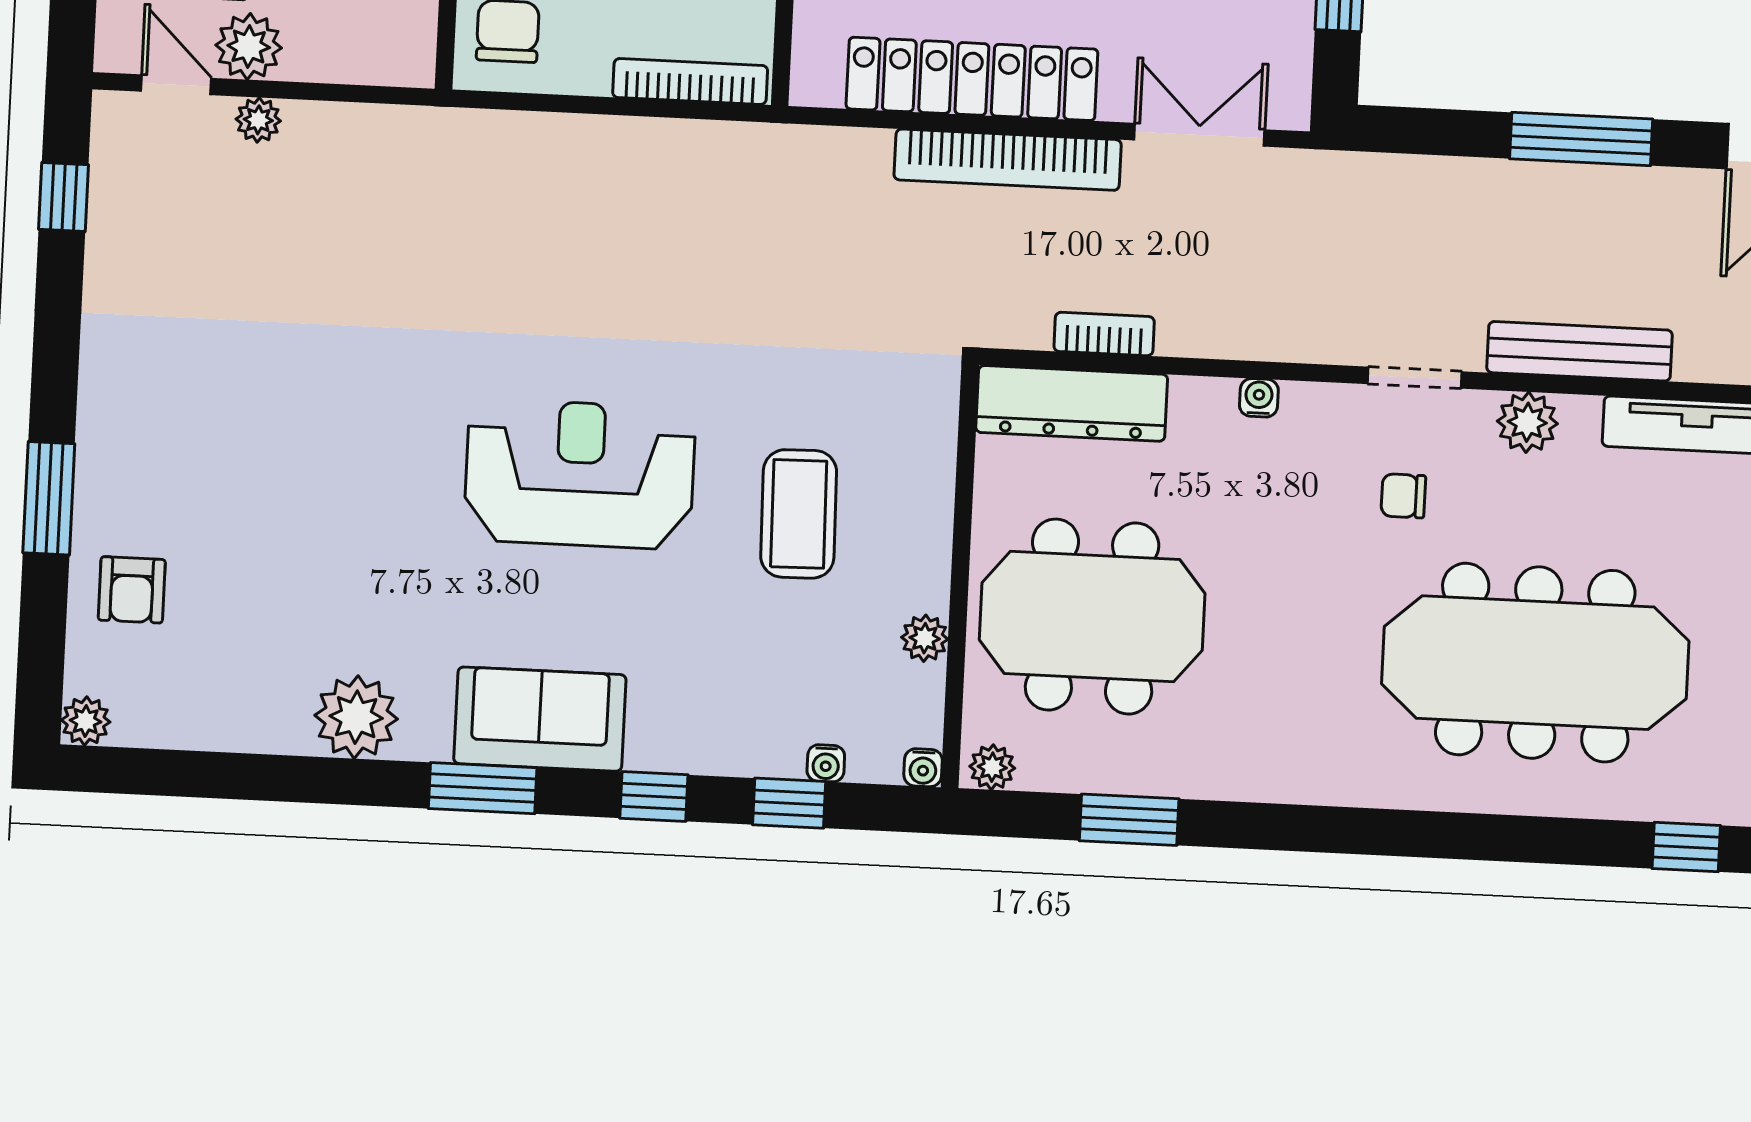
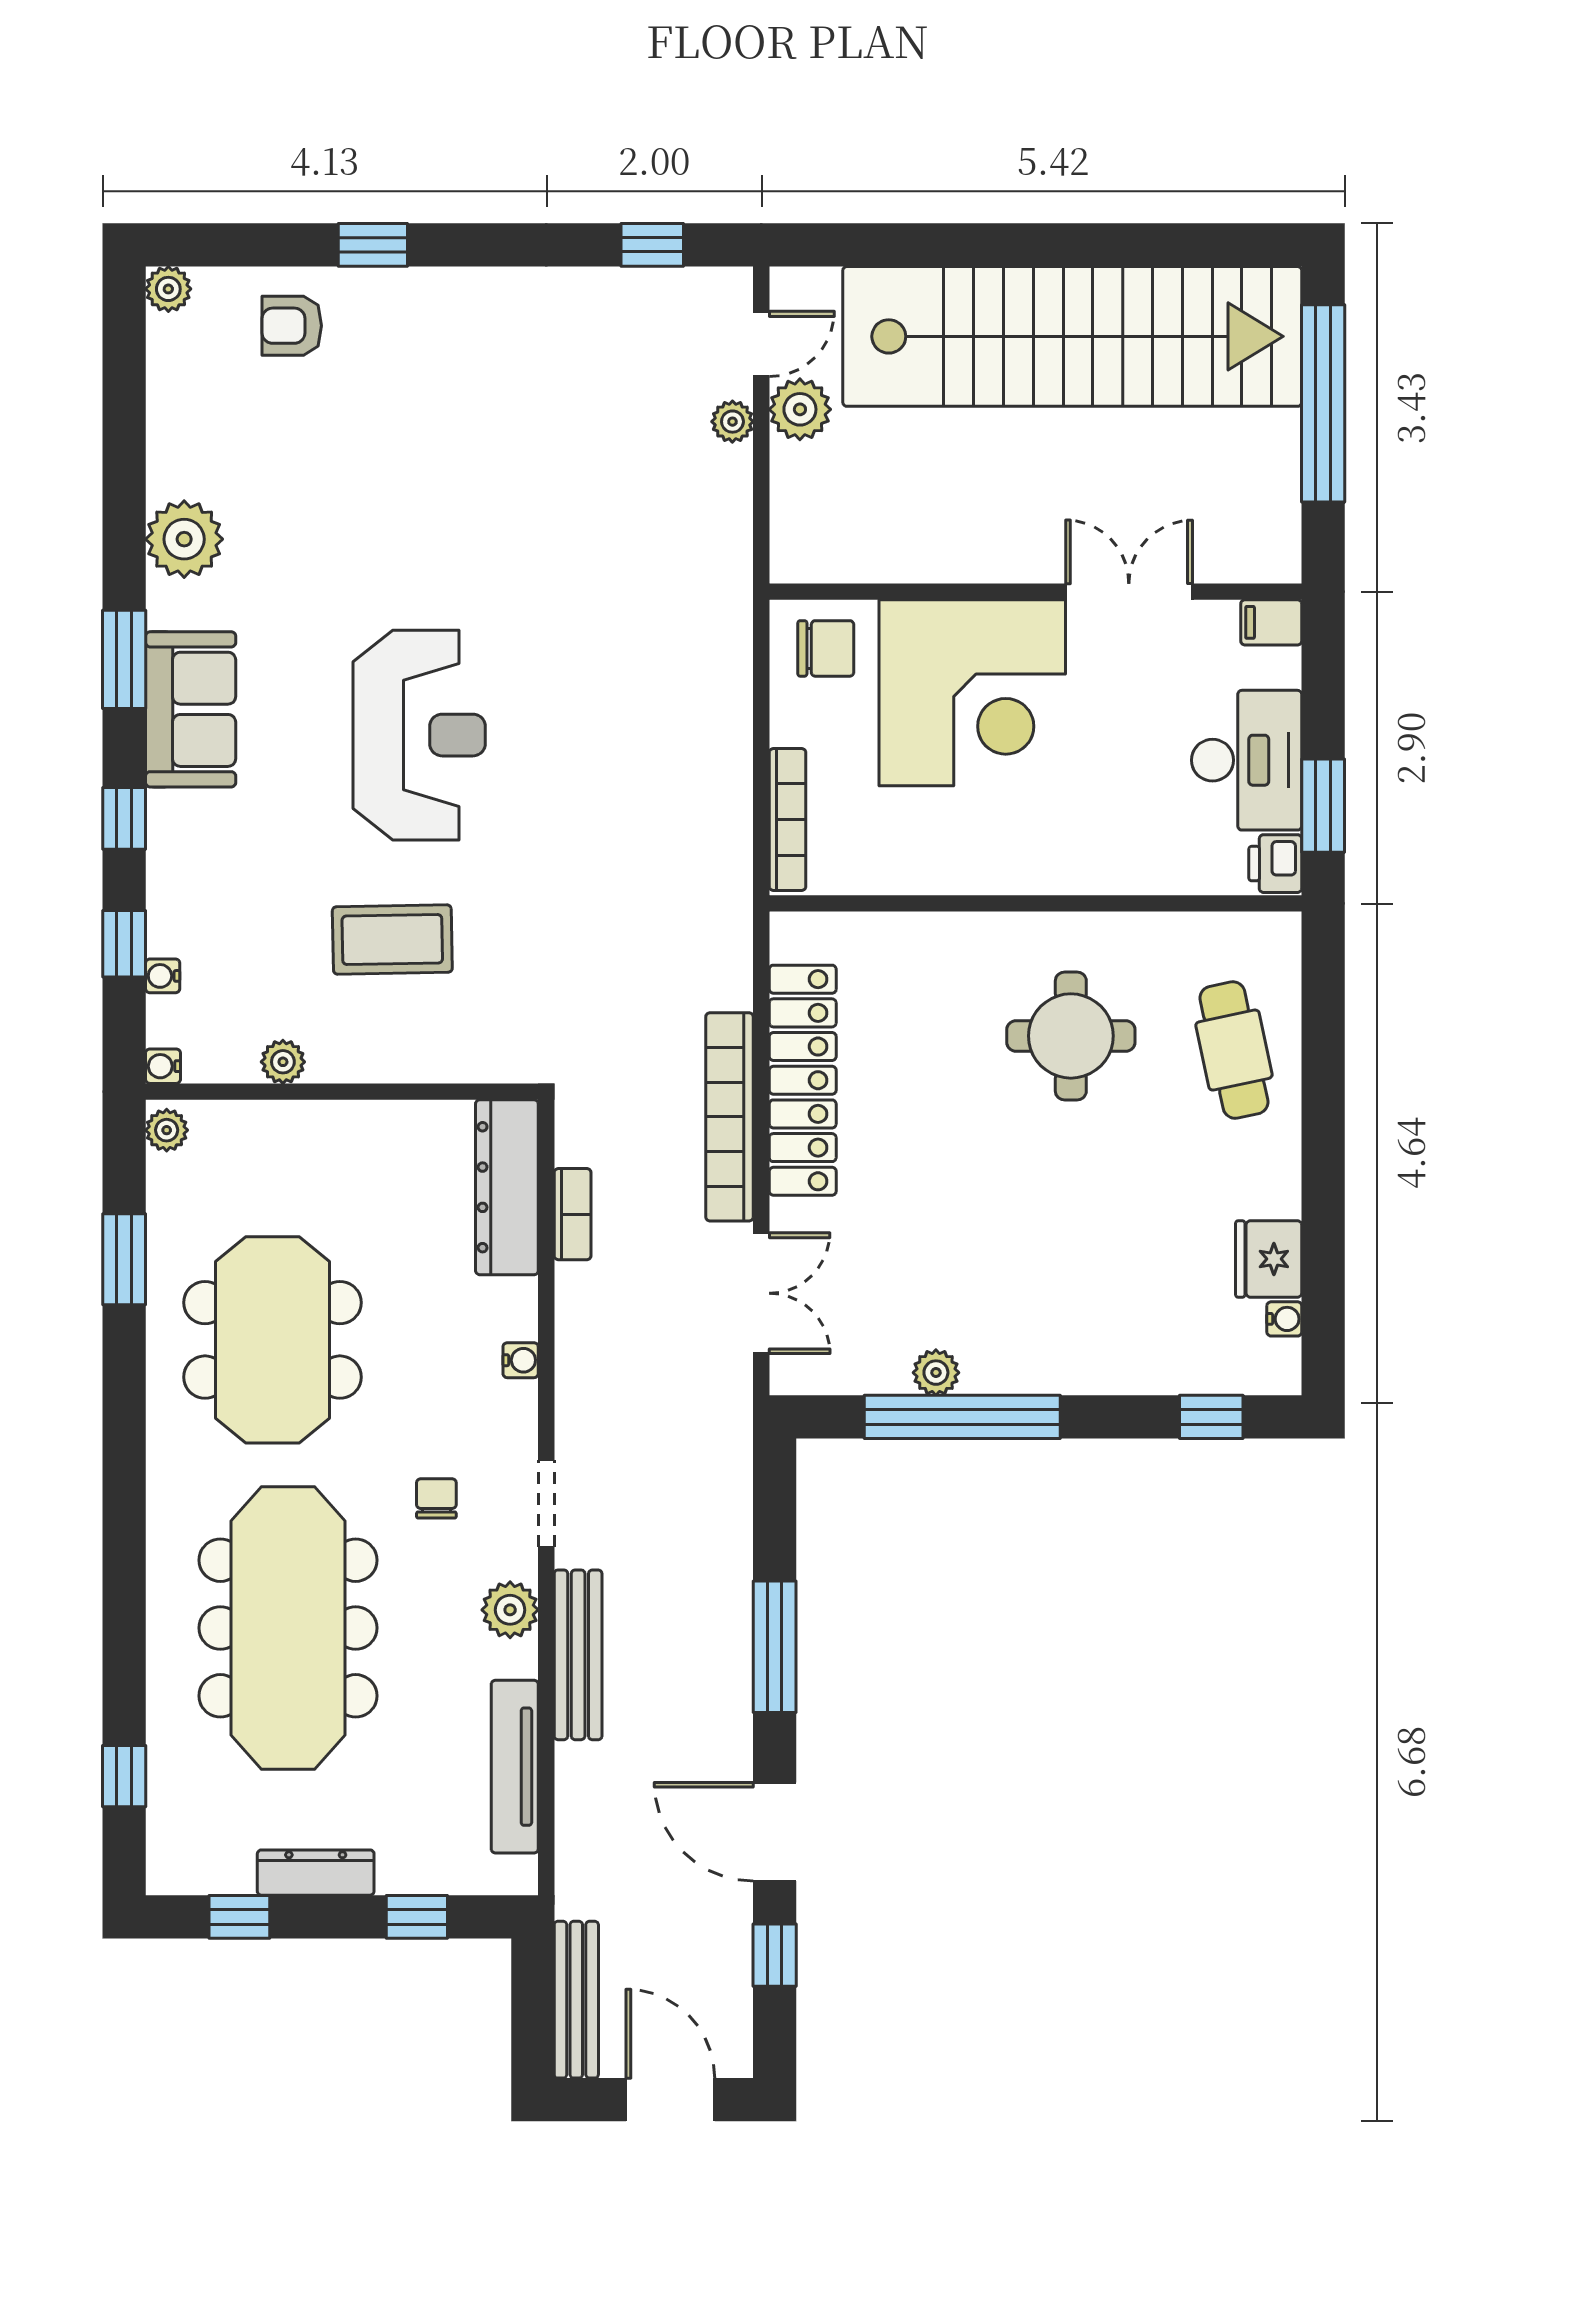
window: (49, 498) -> (373, 245), width x0.67
meeting table: (1092, 617) -> (272, 1340), moved

